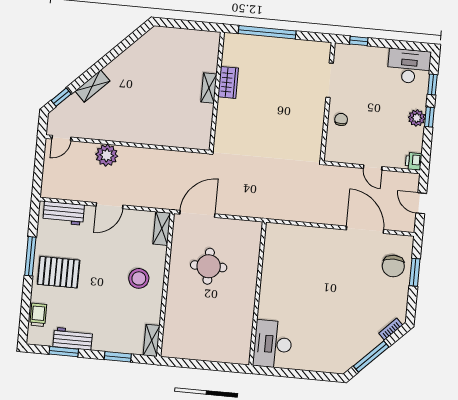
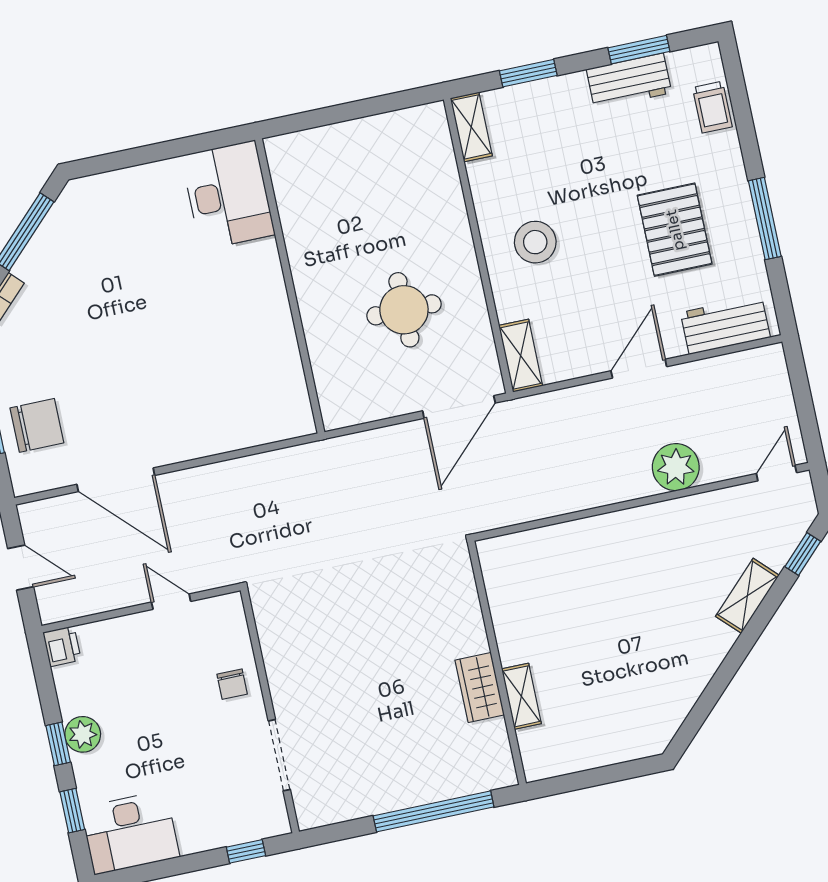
shelving: (209, 88) -> (521, 696), moved
door: (373, 167) -> (171, 602), moved
chair: (393, 266) -> (37, 425), turned 90
pallet: (59, 272) -> (675, 230), moved, turned 90

